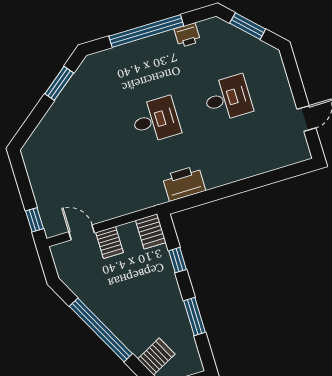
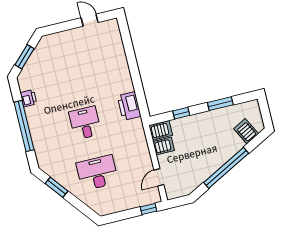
desk: (228, 98) -> (97, 173), moved, width x1.37
server rack: (109, 242) -> (164, 146), moved

